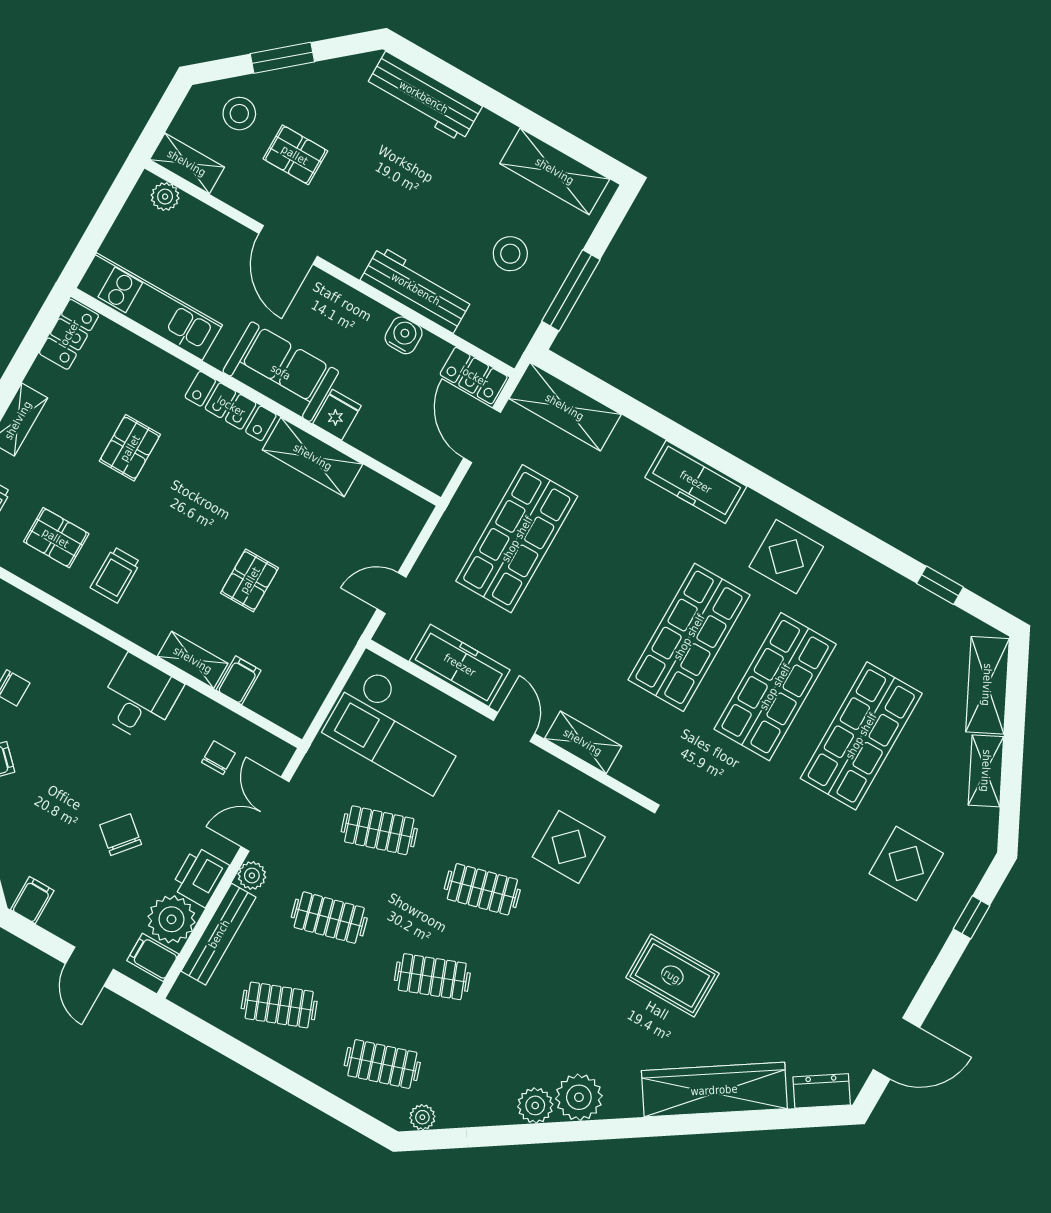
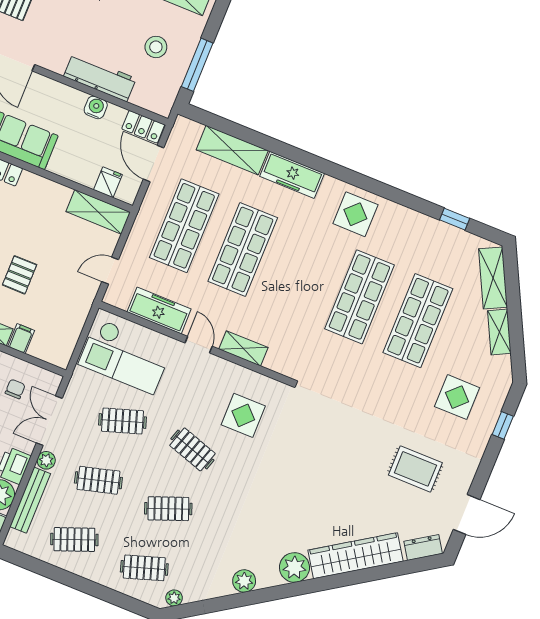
shelving: (565, 407) -> (232, 150), moved
fridge: (337, 415) -> (108, 182), moved
shelving: (313, 457) -> (98, 212), moved
shop shelf: (689, 637) -> (243, 249), moved
clothes rail: (482, 889) -> (192, 449), turned 33
rug: (672, 976) -> (415, 469), moved
plant: (579, 1097) -> (294, 567), moved

